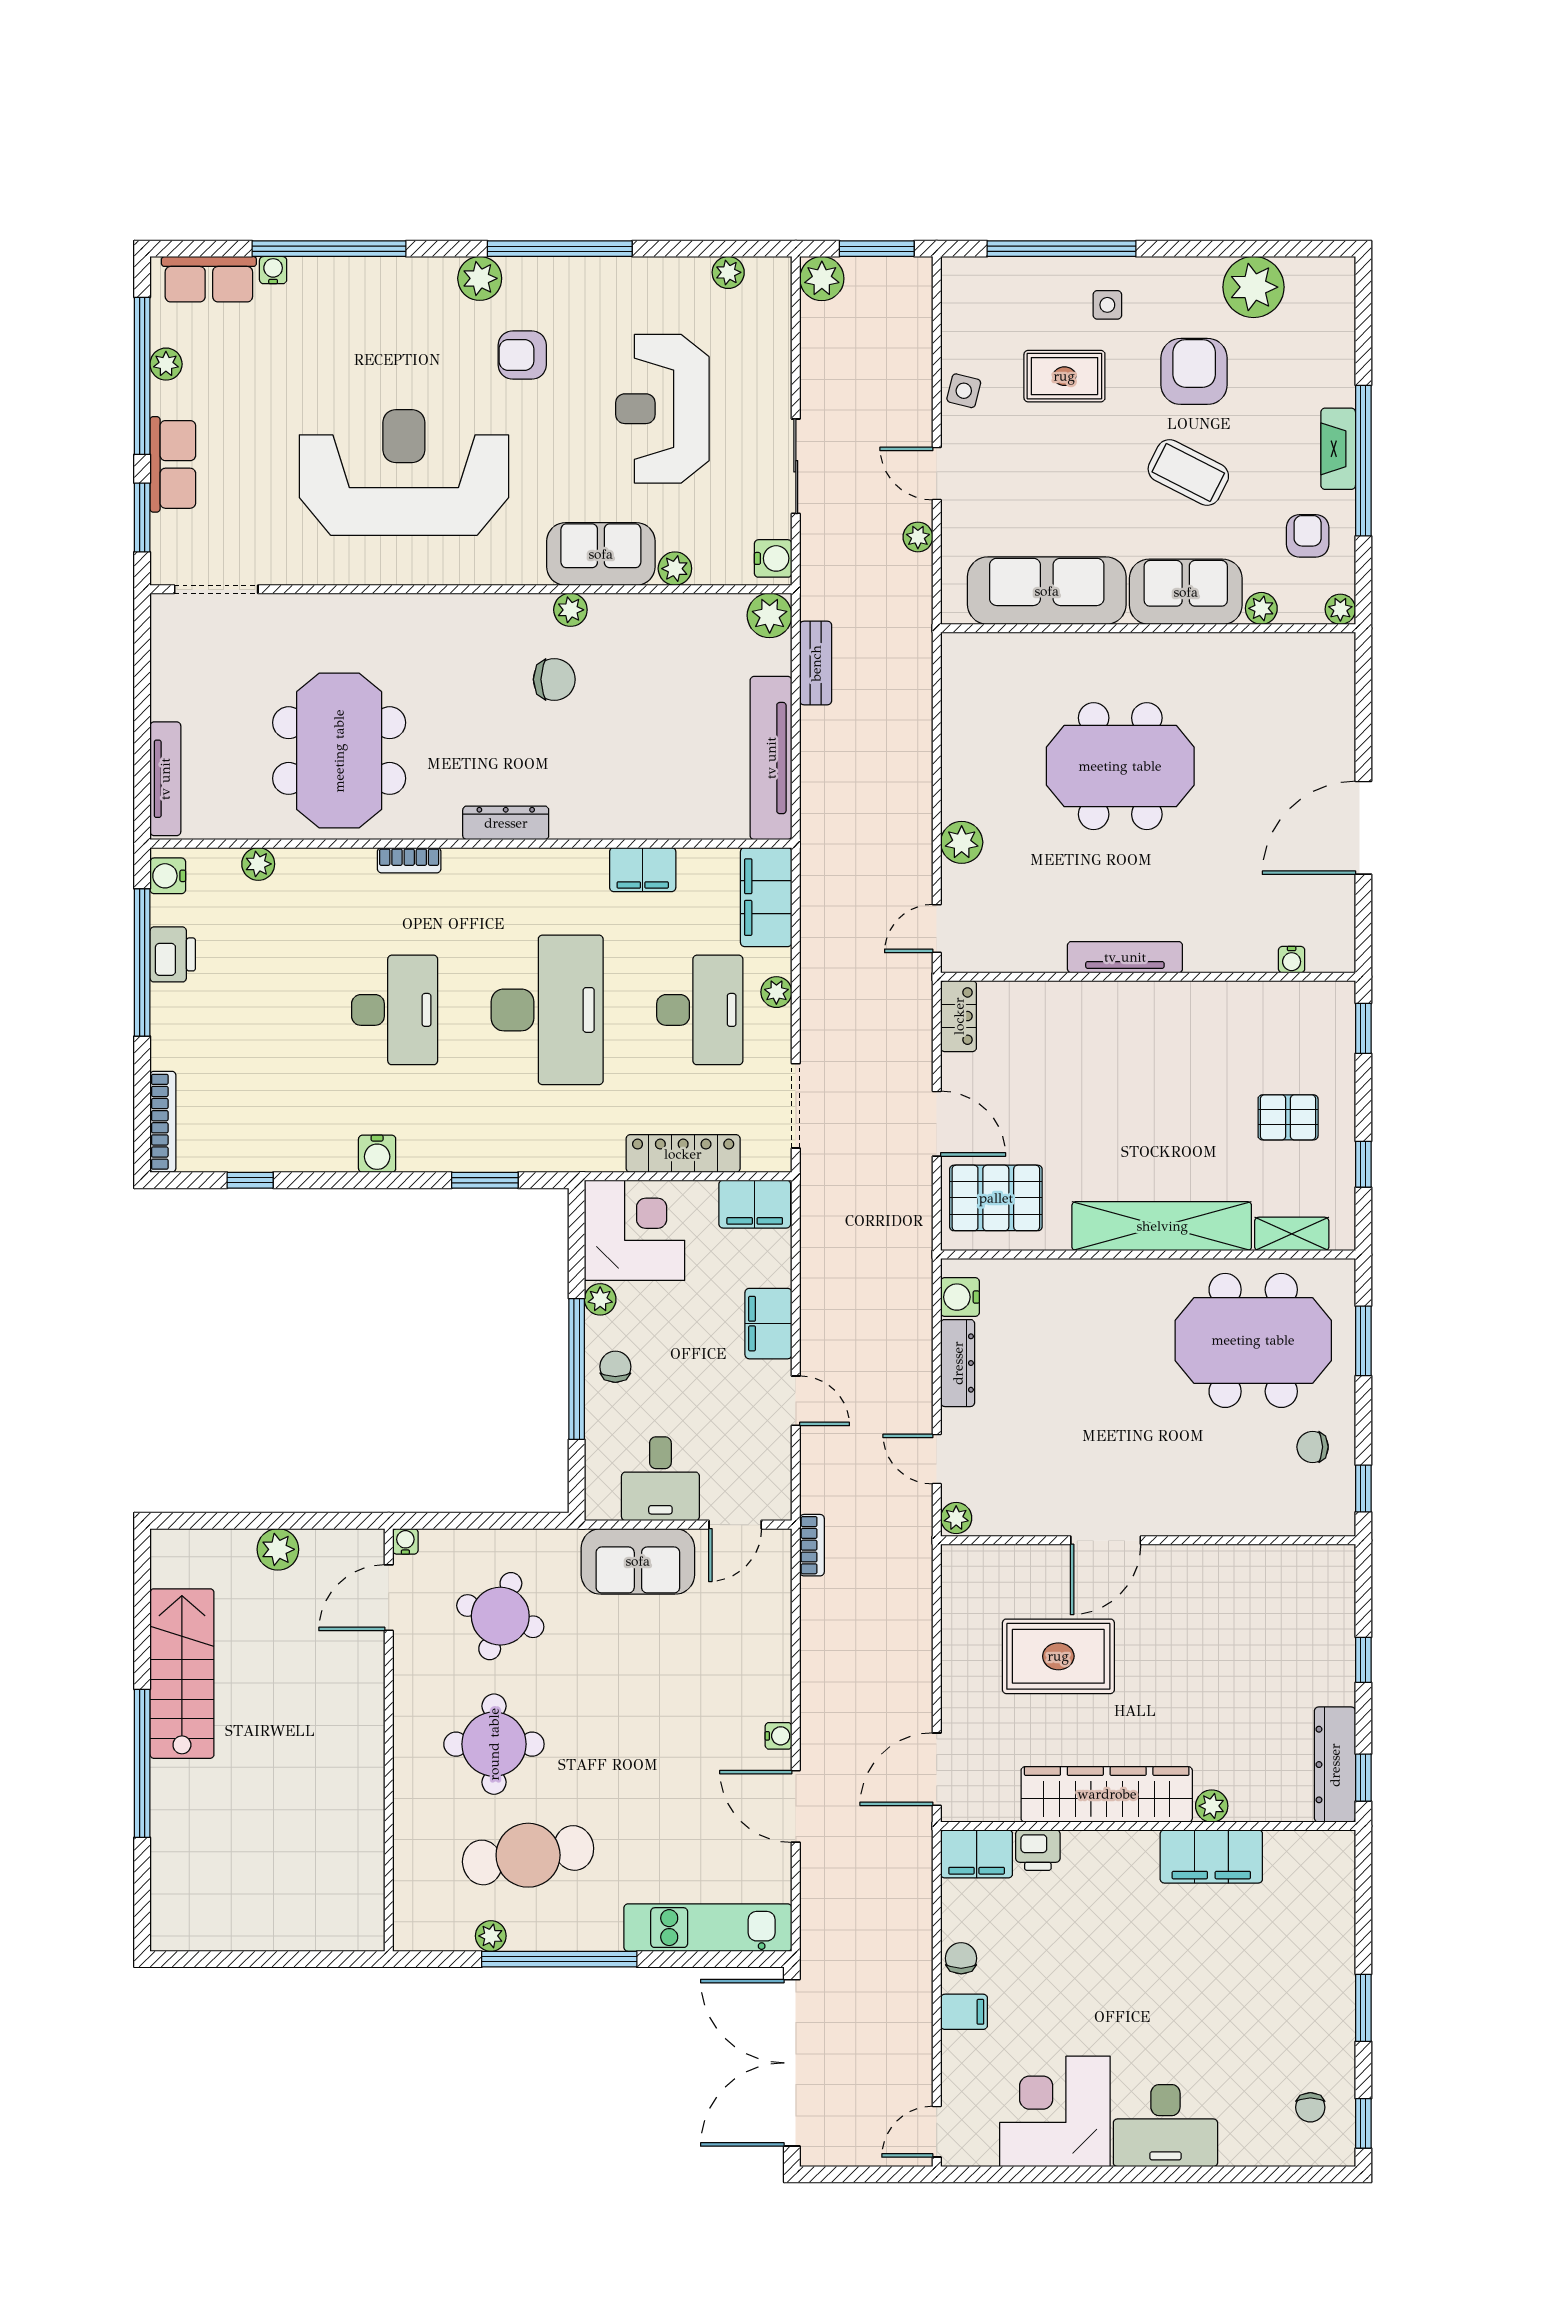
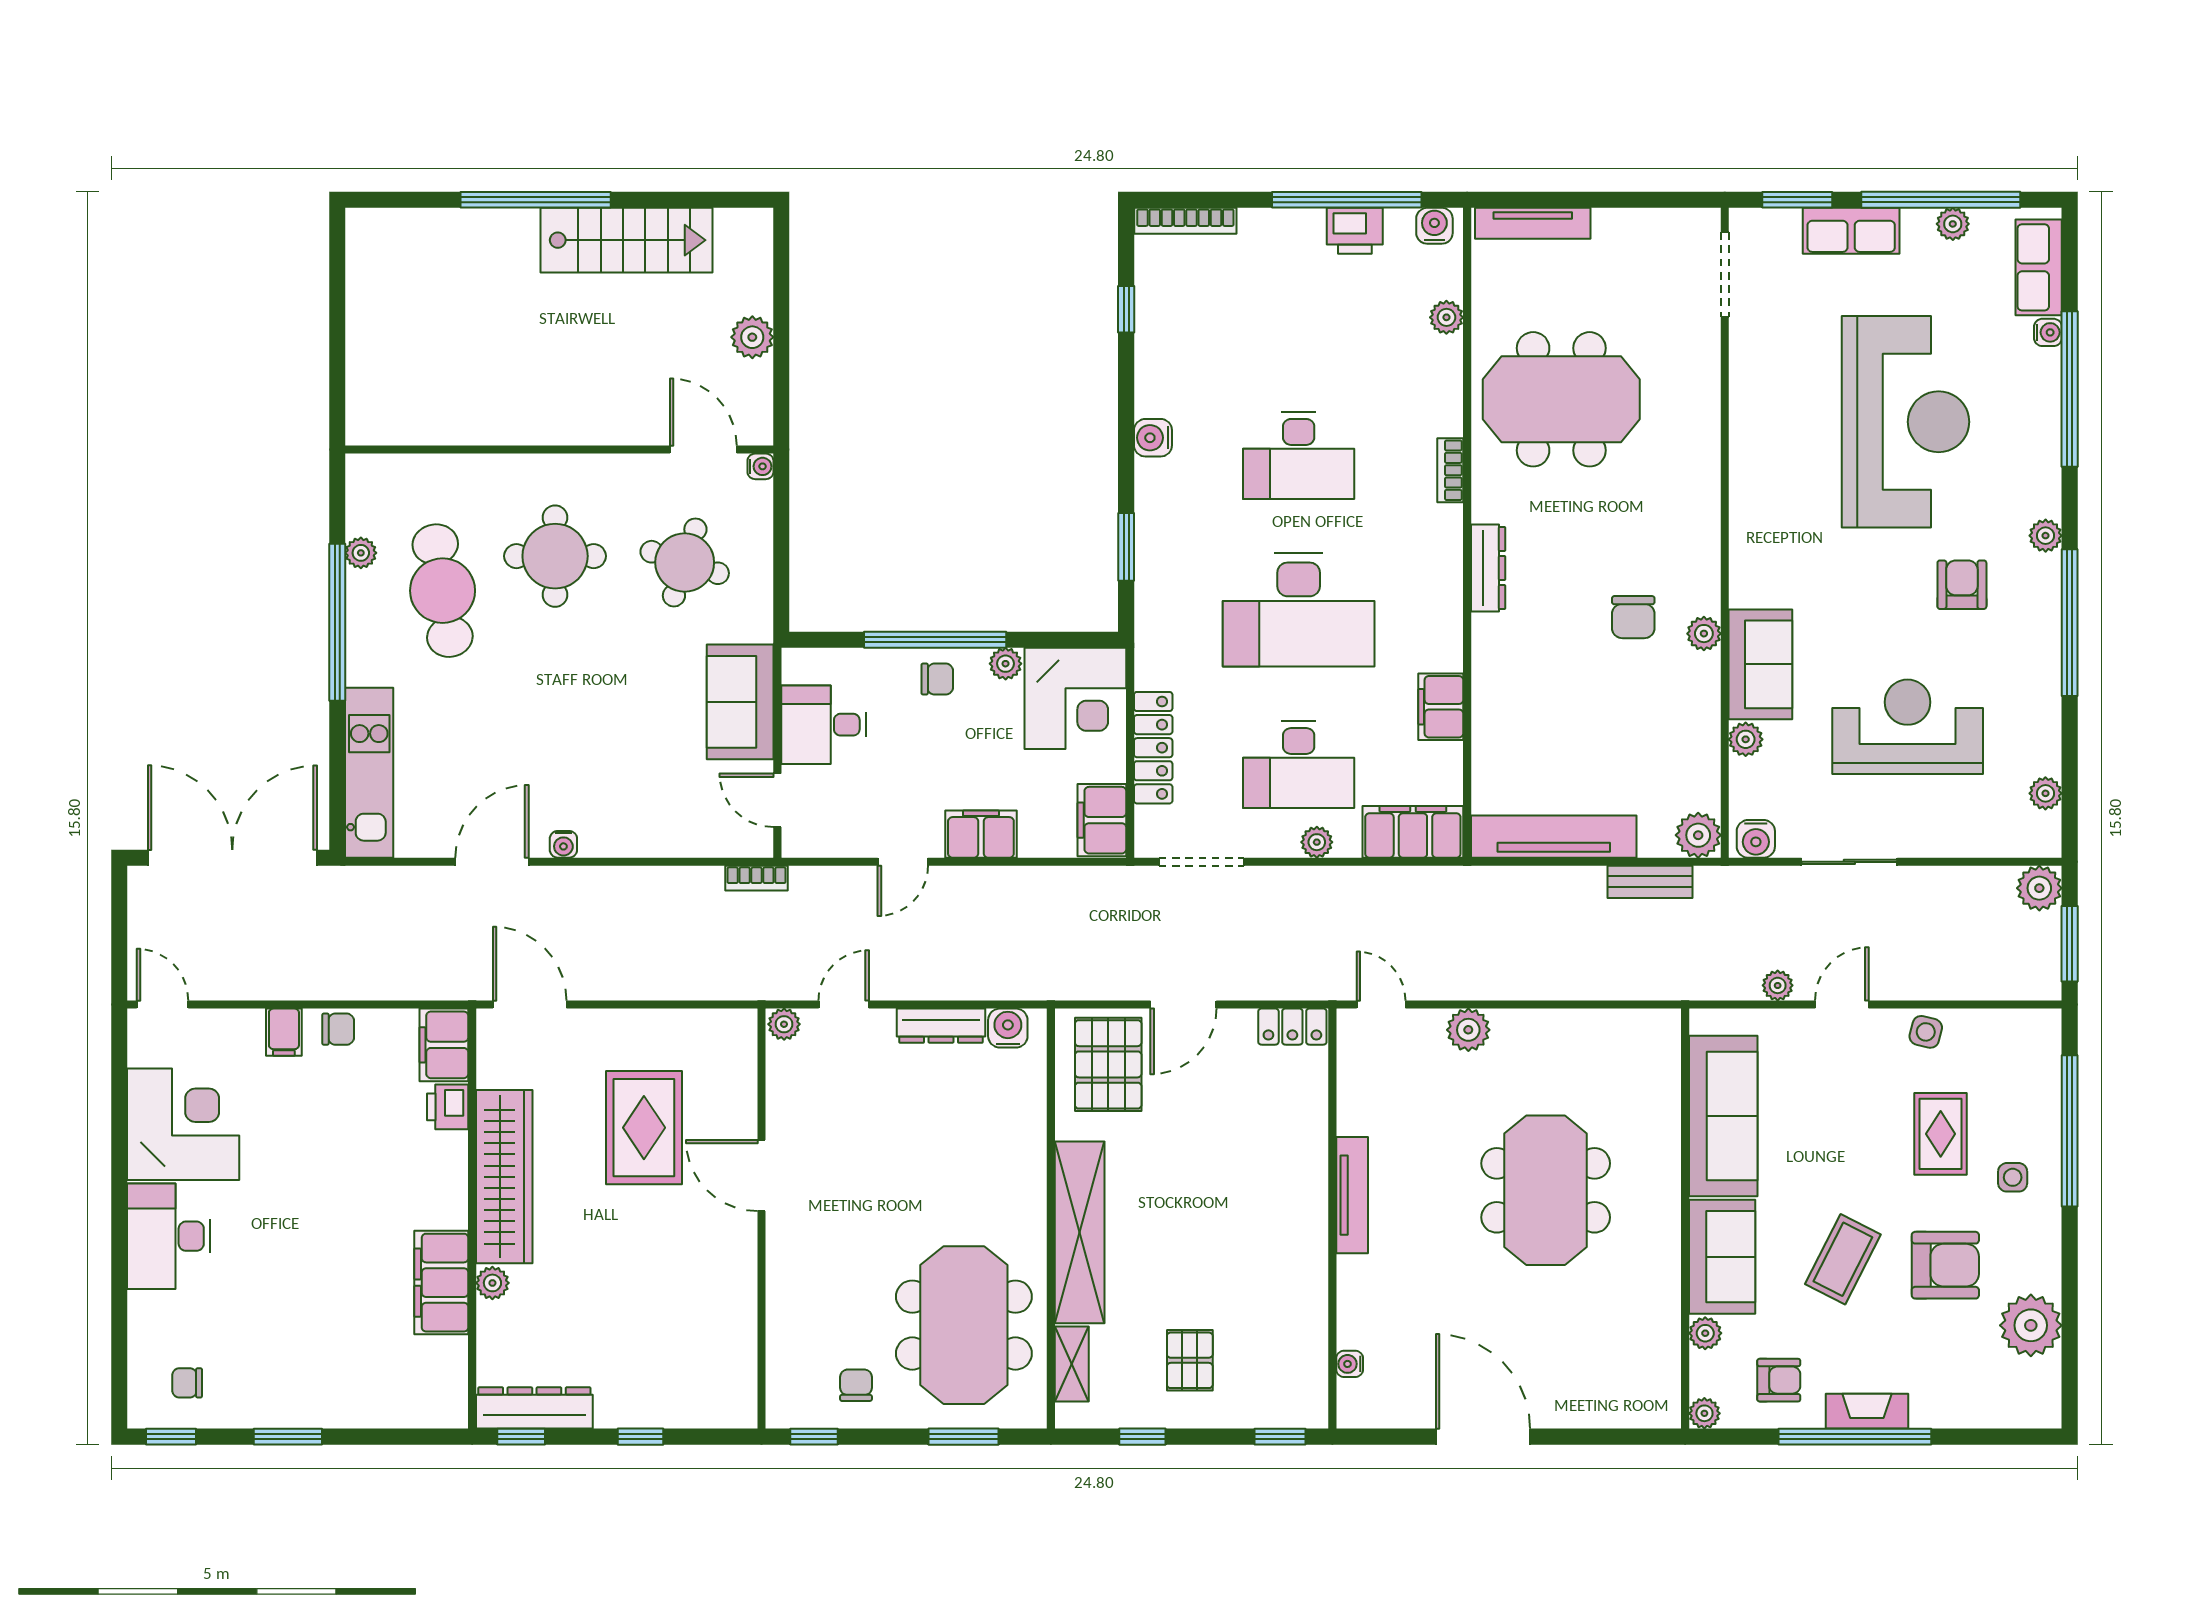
plant: (480, 278) -> (2046, 536), width x0.73, depth x0.73
reception desk: (404, 473) -> (1905, 422), moved

